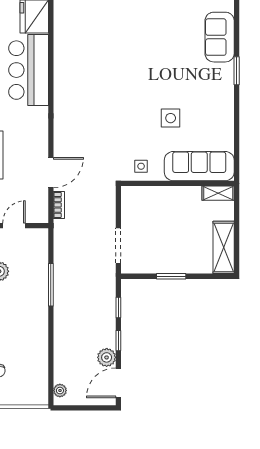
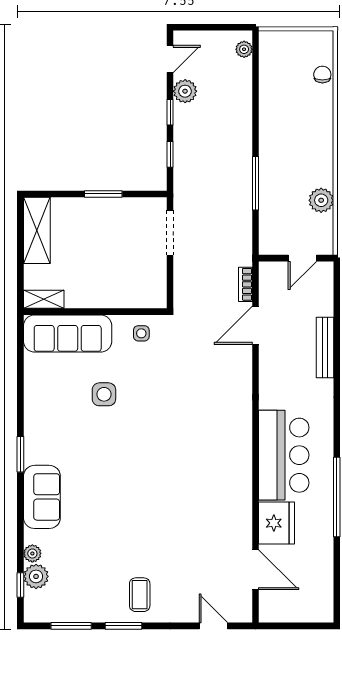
door: (118, 383) -> (170, 59), width x0.73

